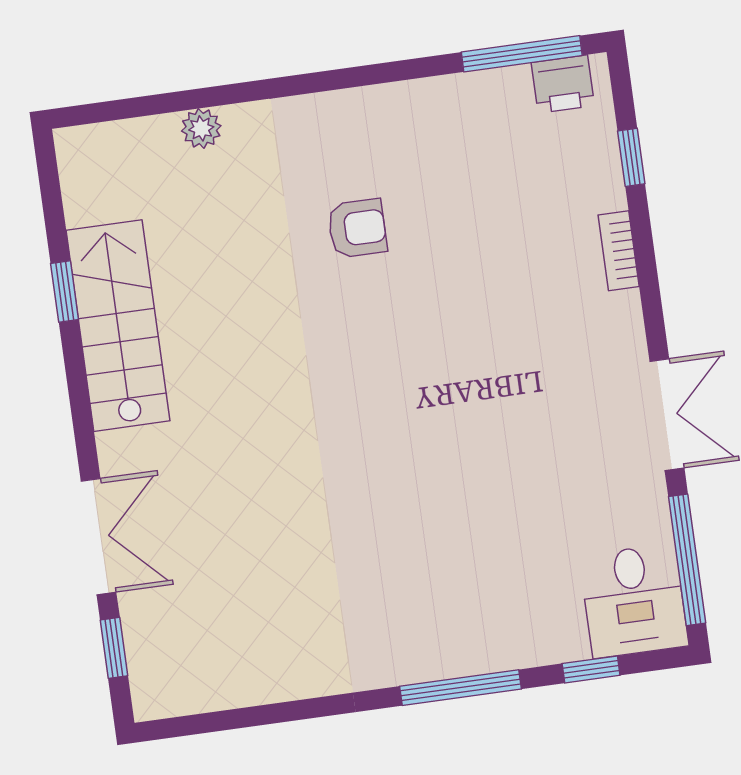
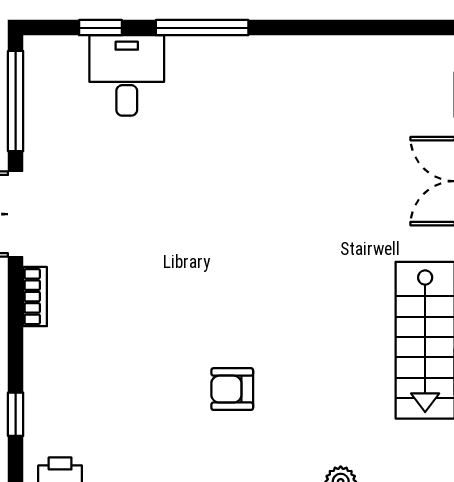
bookcase: (619, 251) -> (35, 297), moved
desk: (634, 601) -> (127, 75), moved

